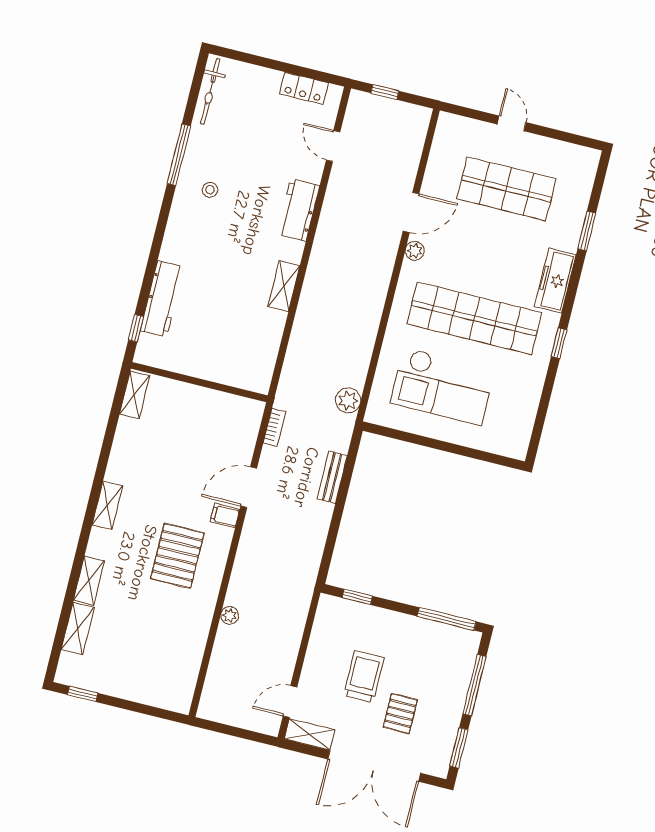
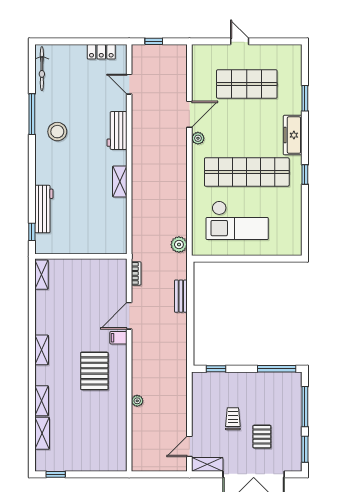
stool: (210, 190) -> (57, 132), width x1.89, depth x1.89
trolley: (364, 677) -> (233, 419), width x0.73, depth x0.72

